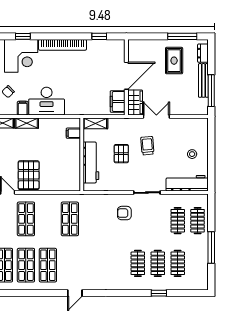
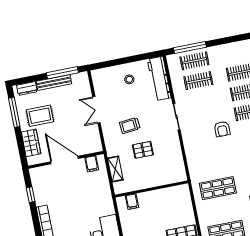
filing cabinet: (118, 101) -> (92, 164), width x0.50
wardrobe: (135, 102) -> (31, 143), moved, turned 90
double door: (156, 116) -> (96, 110), moved
shelving: (95, 123) -> (115, 169), moved
workbench: (91, 162) -> (158, 178), removed
armchair: (124, 213) -> (222, 129), moved
window: (211, 248) -> (190, 48), moved

